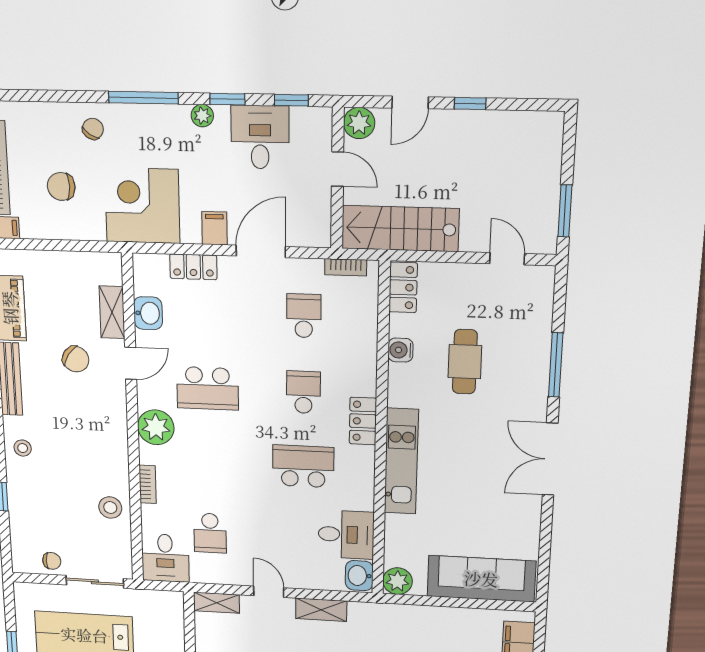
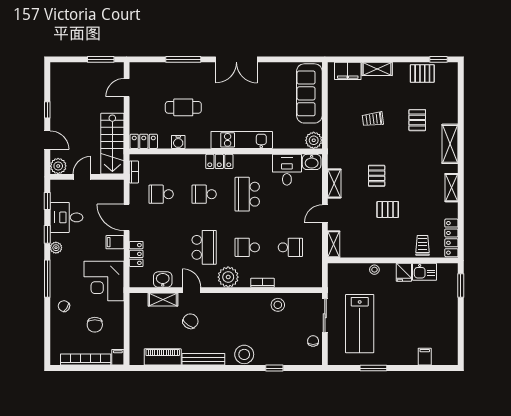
stool: (23, 448) -> (244, 354), width x1.89, depth x1.89
school desk: (209, 462) -> (247, 247), added
desk: (165, 558) -> (307, 274), removed

